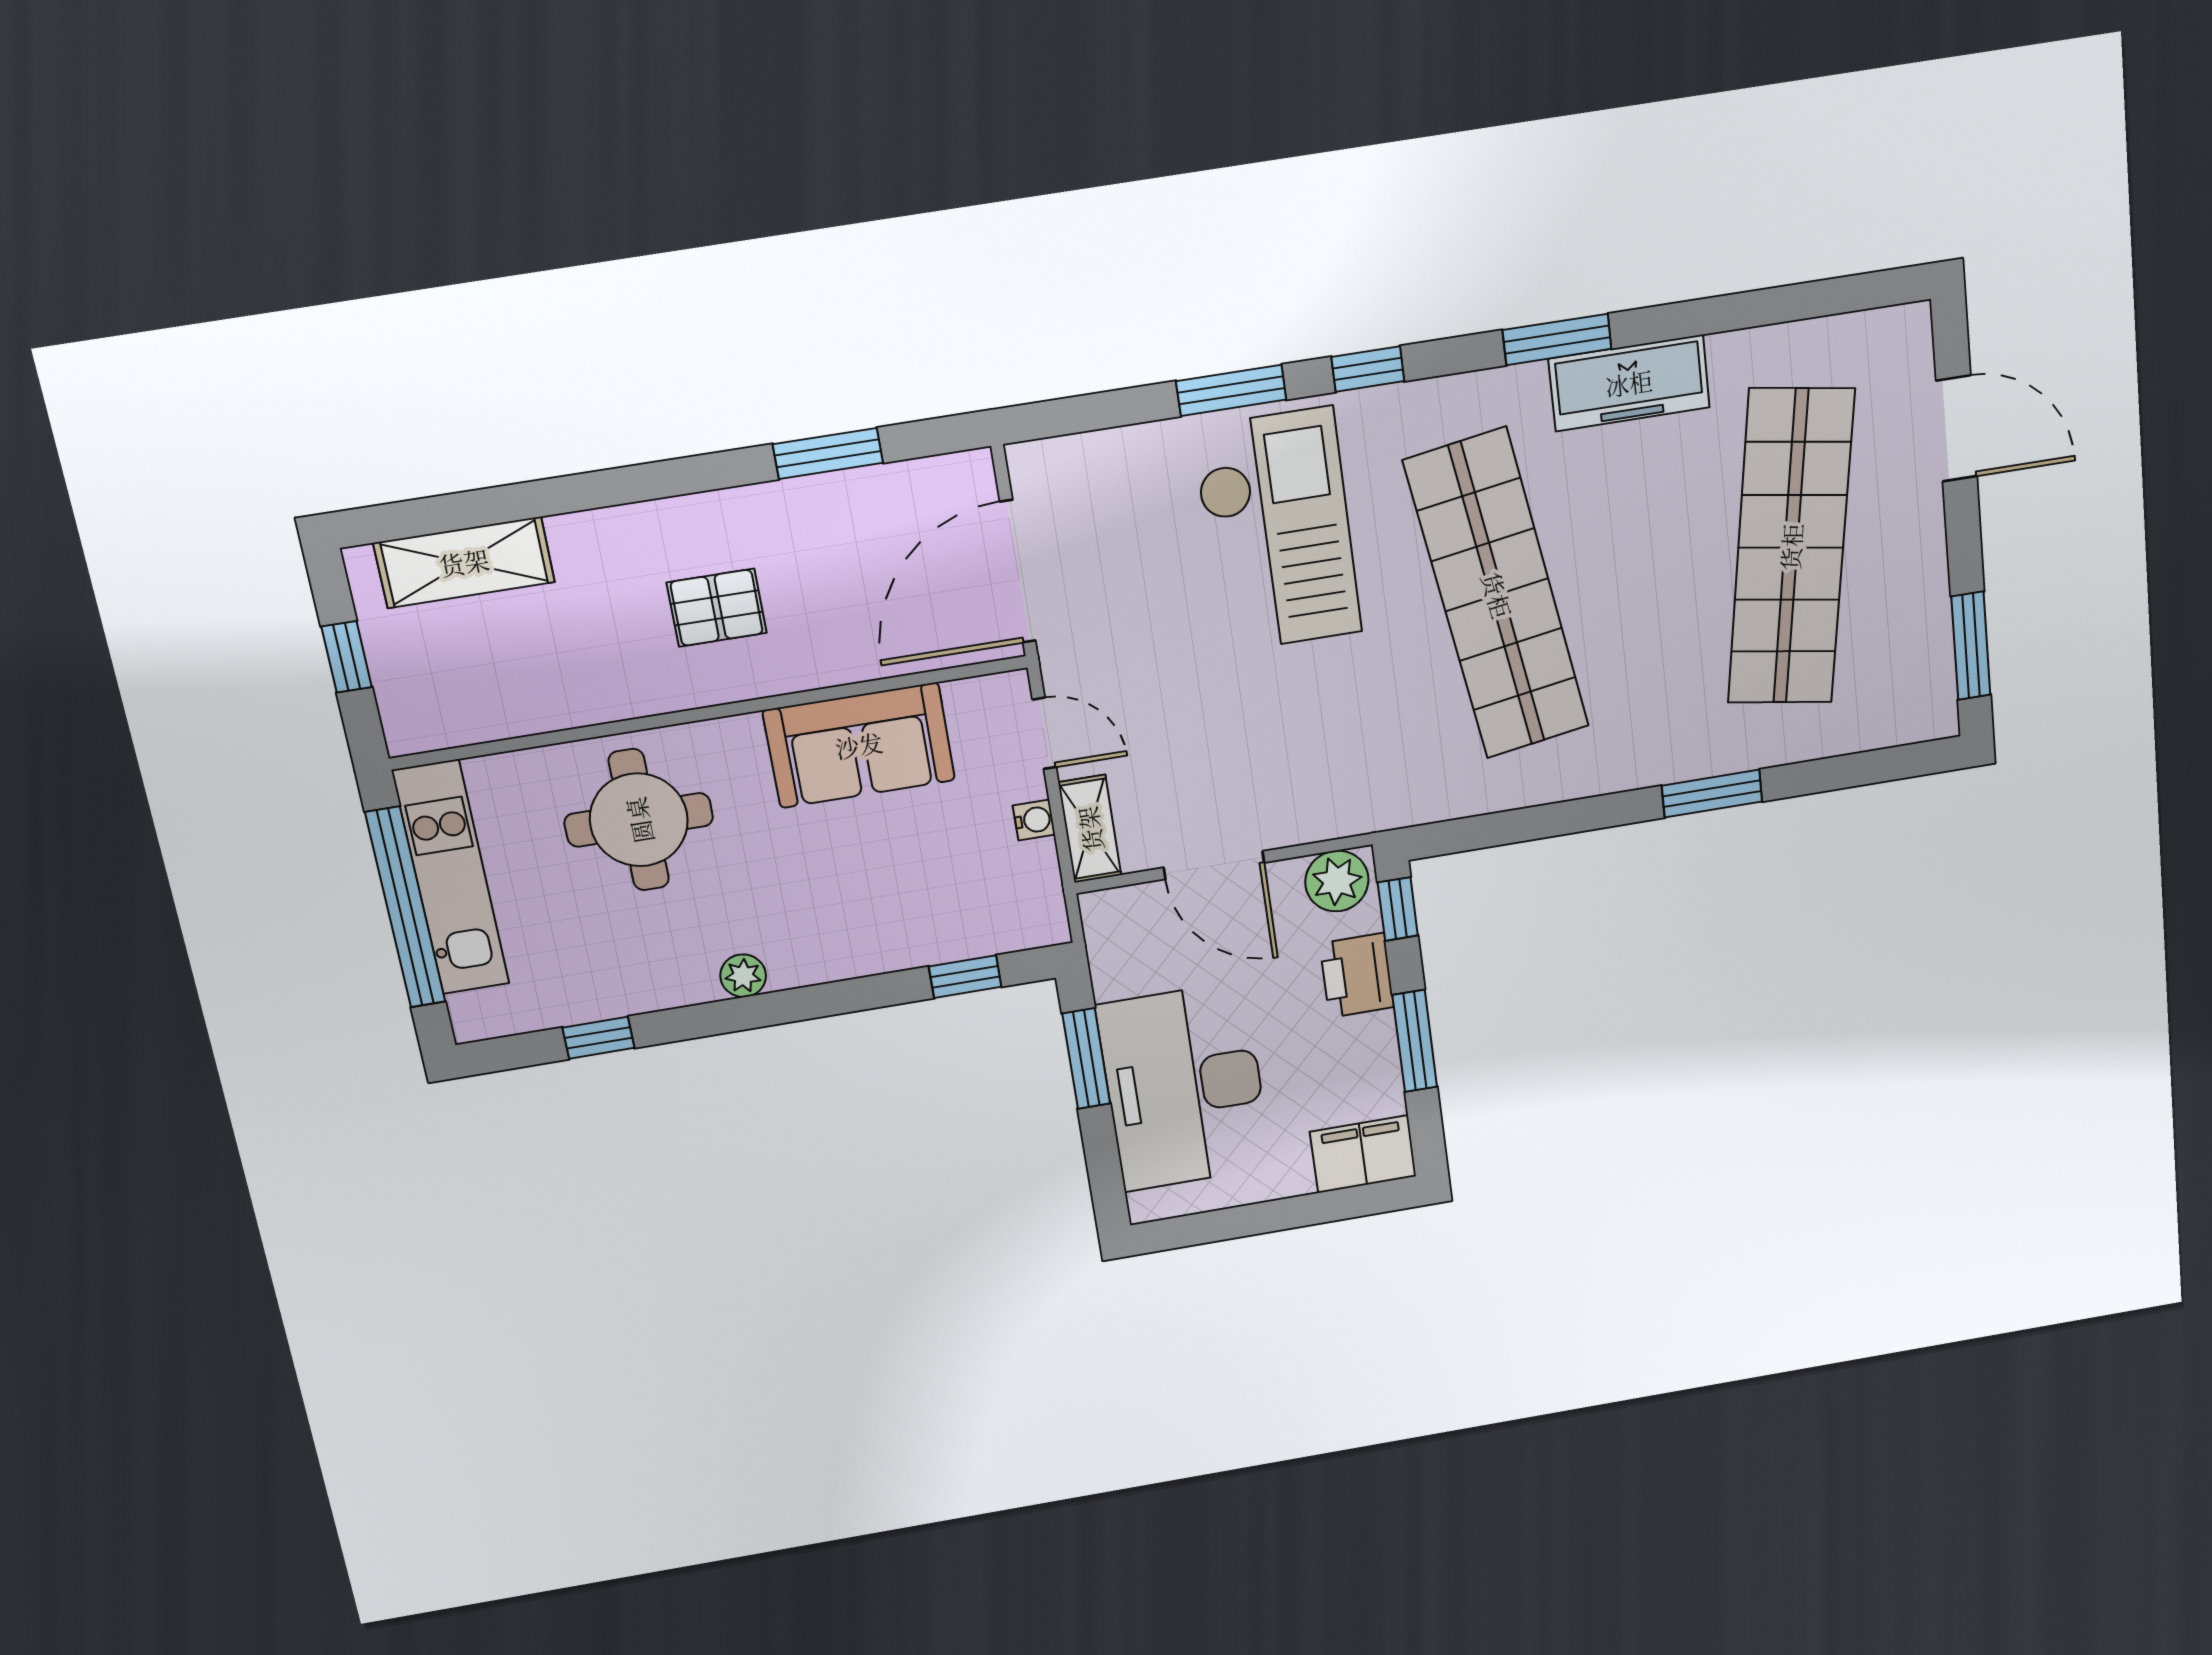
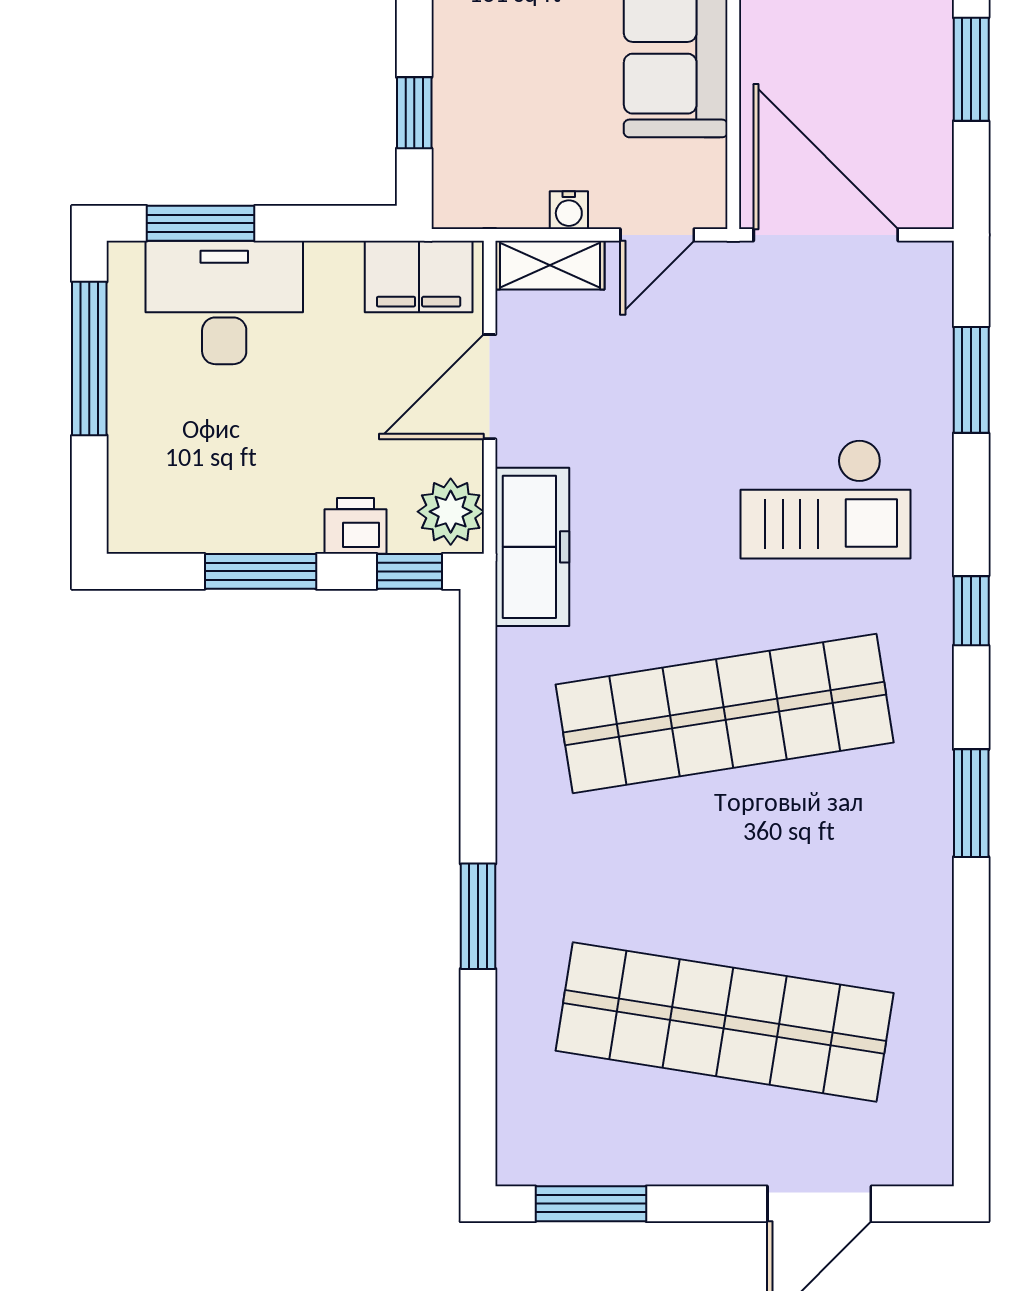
freezer: (1629, 383) -> (532, 547), moved, turned 180
window: (1231, 390) -> (971, 380), moved
checkout: (1277, 531) -> (825, 499), width x0.73, depth x0.83
printer: (1357, 975) -> (356, 526), width x0.73, depth x0.81
window: (1086, 1059) -> (201, 223), moved
desk: (1184, 1087) -> (224, 303), width x0.73, depth x0.77
filing cabinet: (1363, 1154) -> (419, 277), moved, turned 90
window: (1240, 1222) -> (89, 358), added

